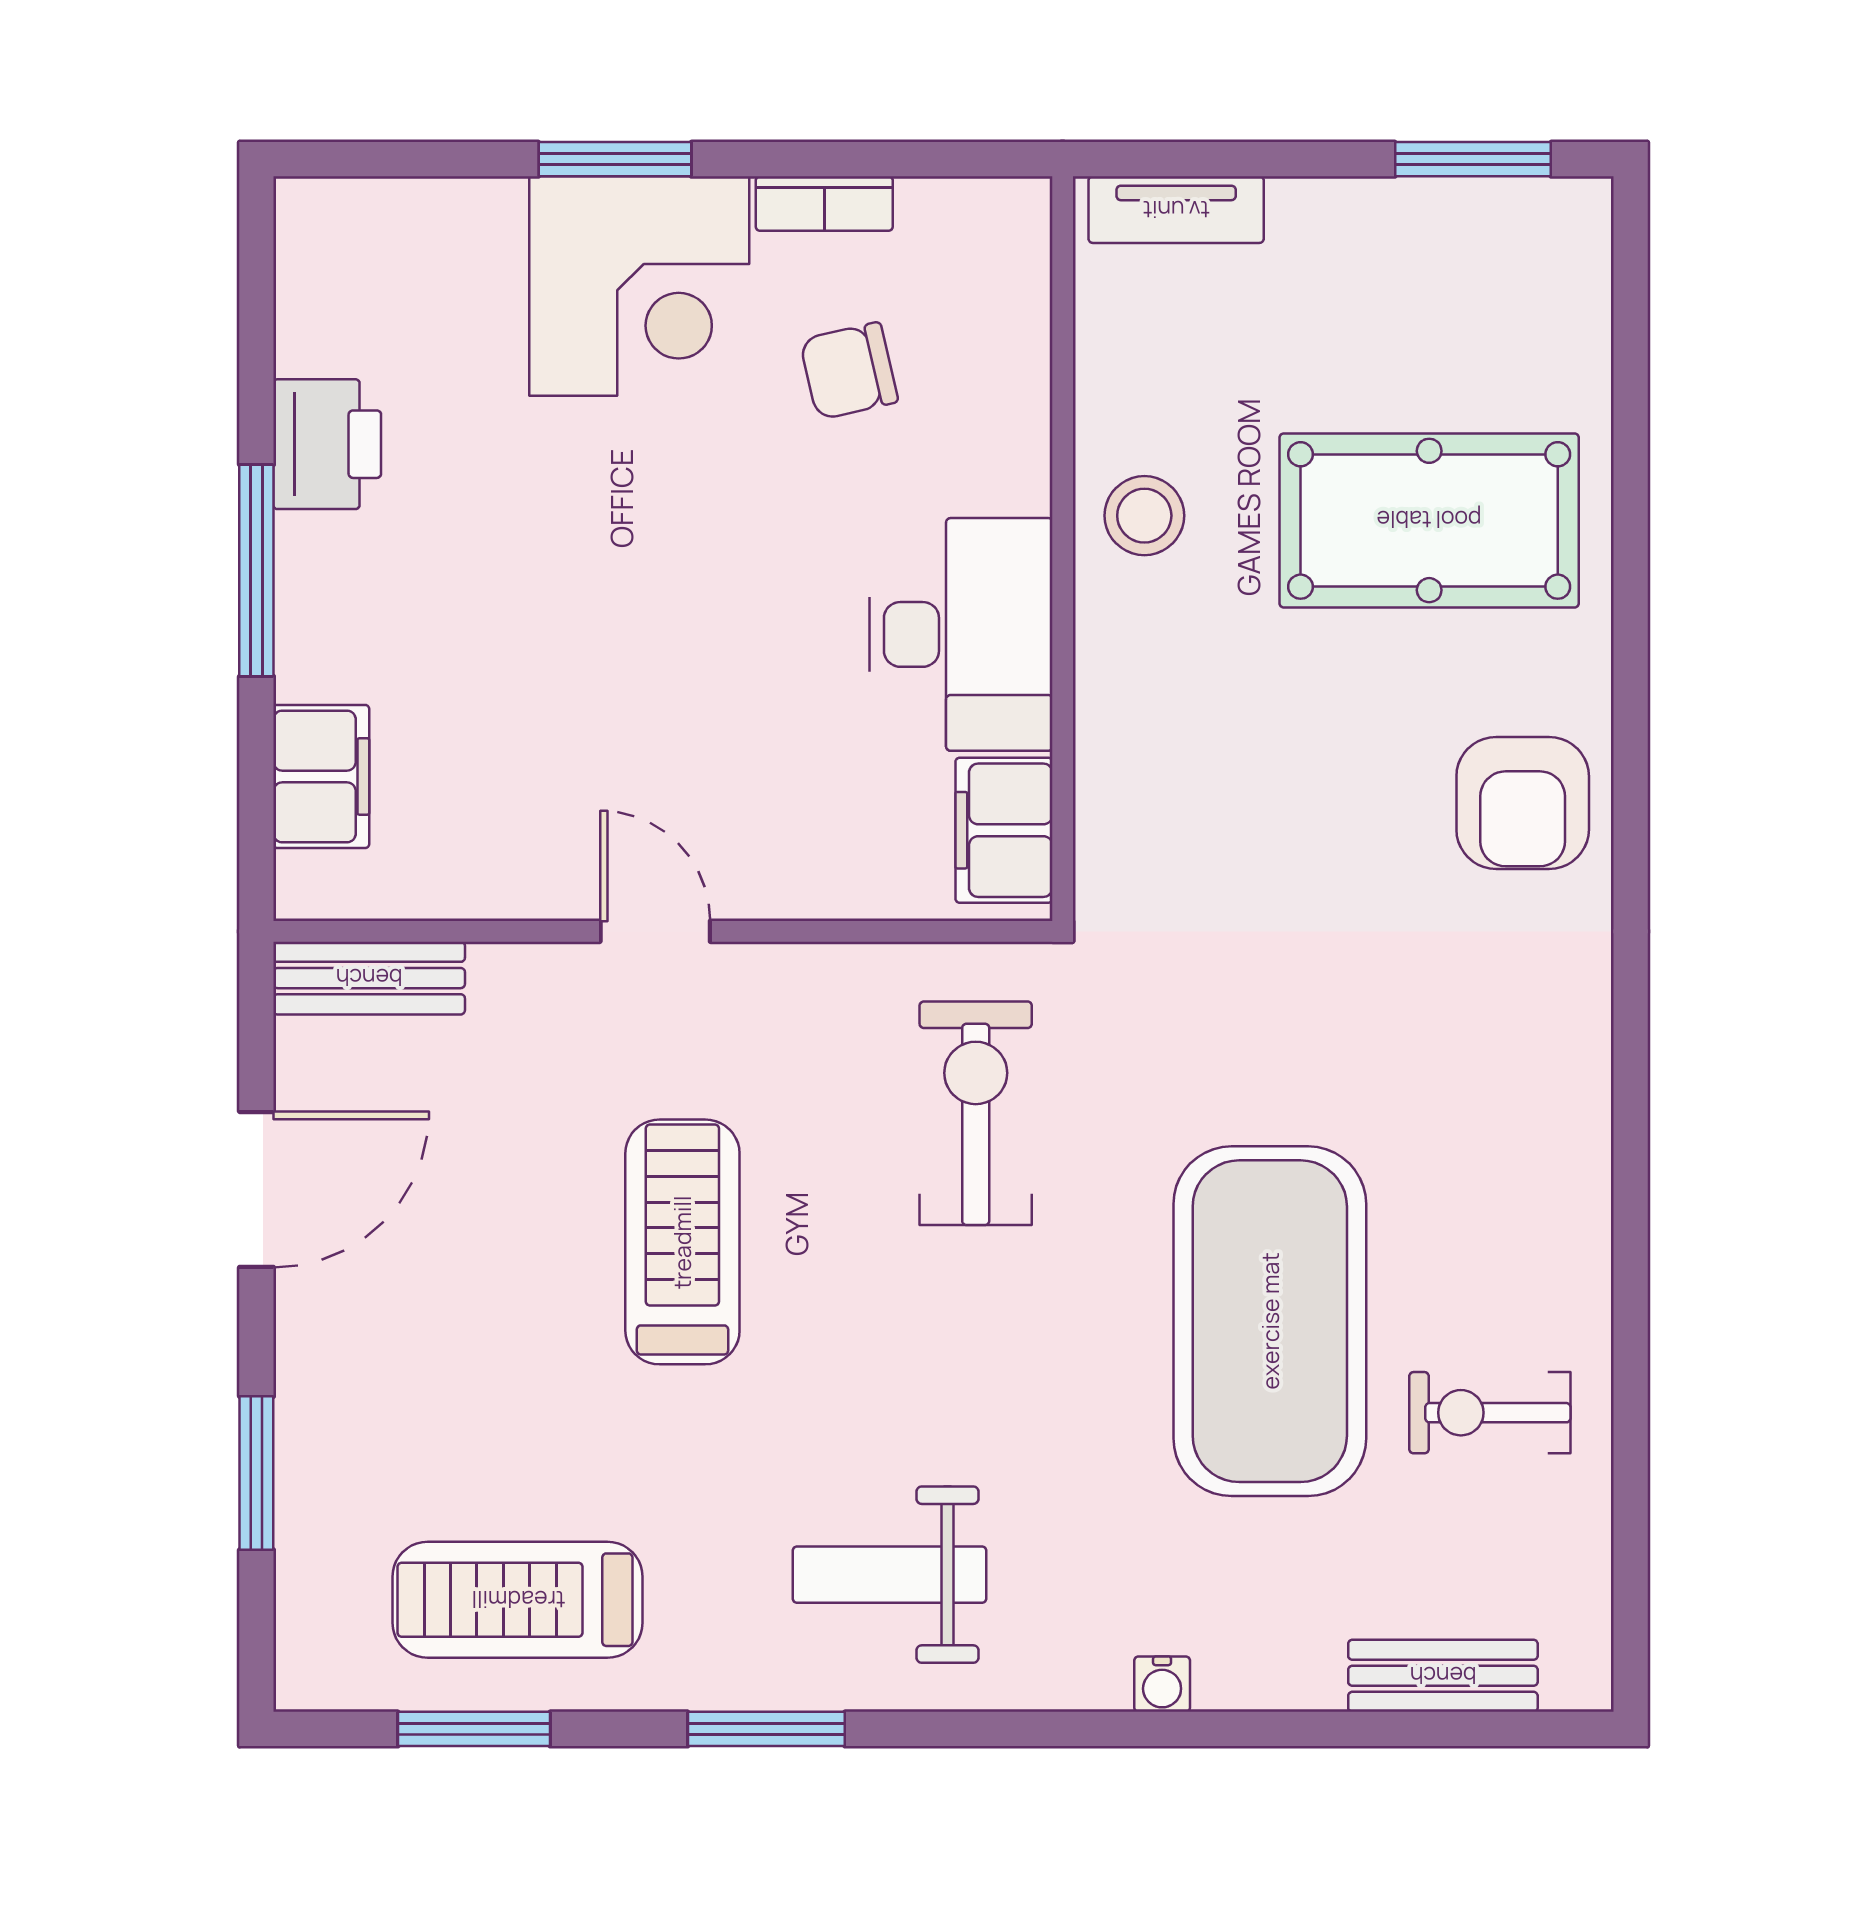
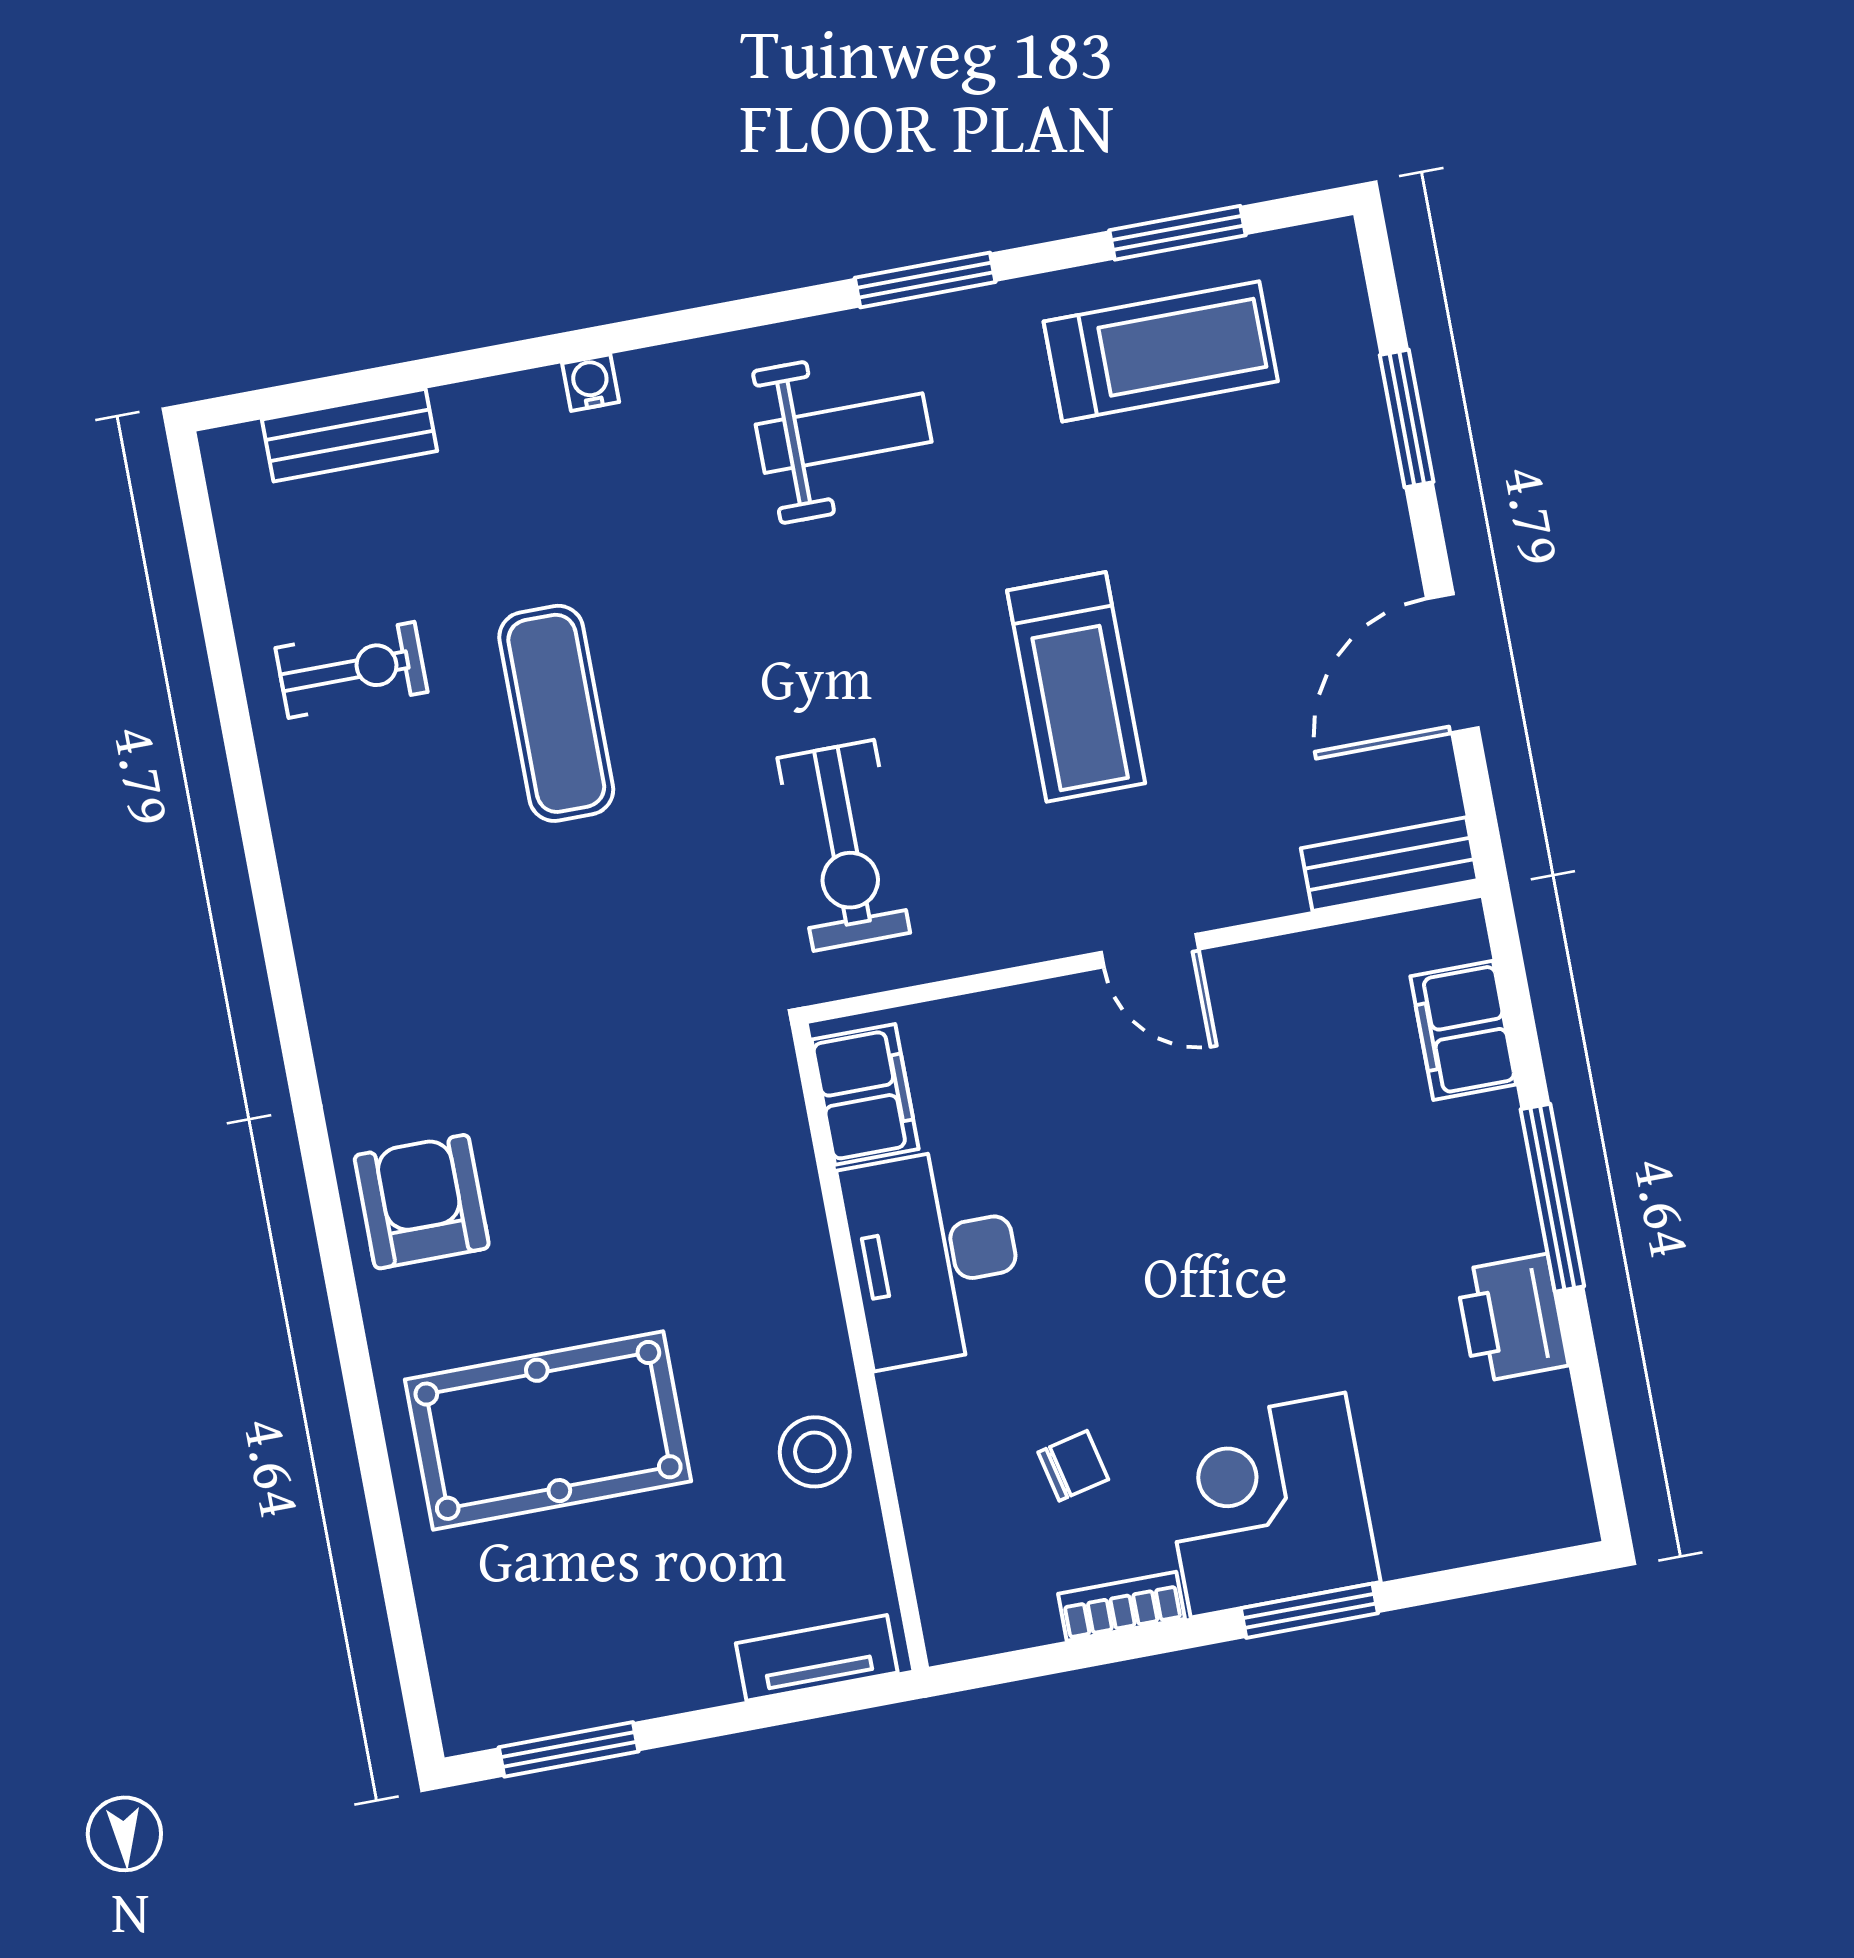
chair: (849, 371) -> (1073, 1466), width x0.73, depth x0.73
stool: (1144, 516) -> (815, 1452), moved
exercise mat: (1270, 1321) -> (556, 713), width x0.50, depth x0.69

